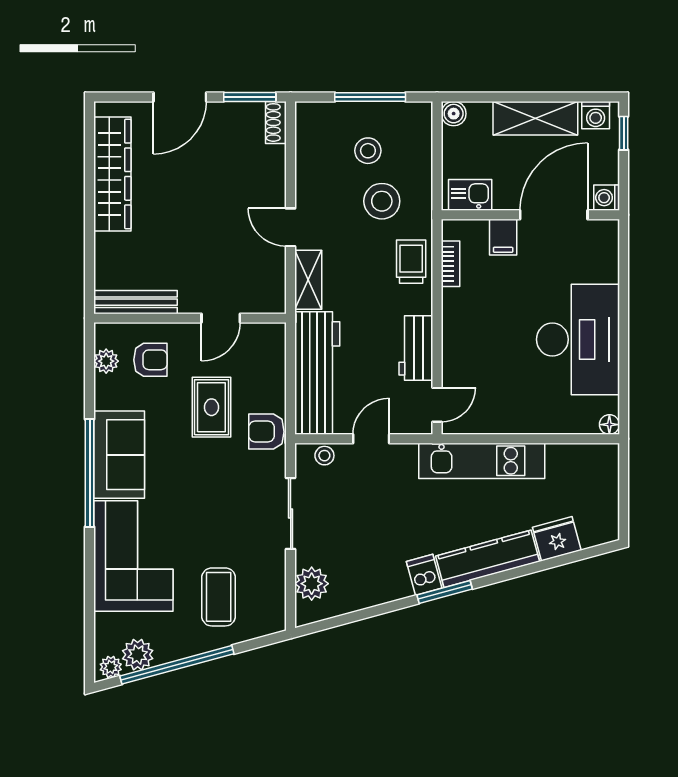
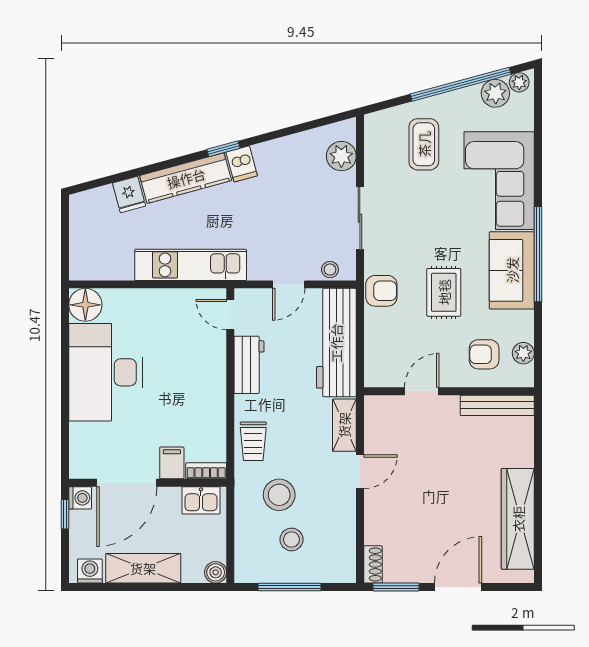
window: (624, 133) -> (65, 514), moved
door: (291, 227) -> (360, 472), hinge flipped
bookcase: (450, 264) -> (206, 471), moved, turned 90
door: (437, 405) -> (230, 315), hinge flipped
rug: (211, 407) -> (444, 292), moved
floor lamp: (609, 425) -> (85, 305), width x1.89, depth x1.89
fridge: (557, 539) -> (129, 195), width x0.72
window: (445, 592) -> (223, 149), width x0.67

